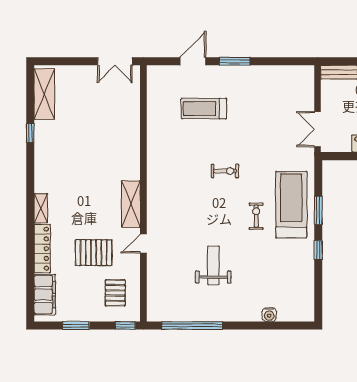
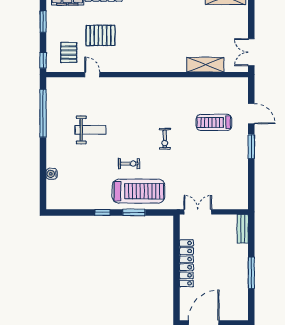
treadmill: (204, 109) -> (214, 122), turned -90
shelving: (131, 204) -> (205, 65), moved
door: (143, 244) -> (92, 75), moved
pallet: (94, 253) -> (100, 35), turned 90
pallet: (115, 293) -> (69, 52), turned 90

